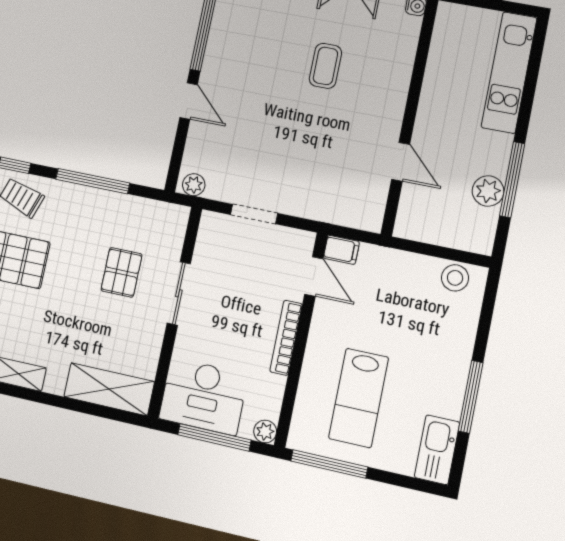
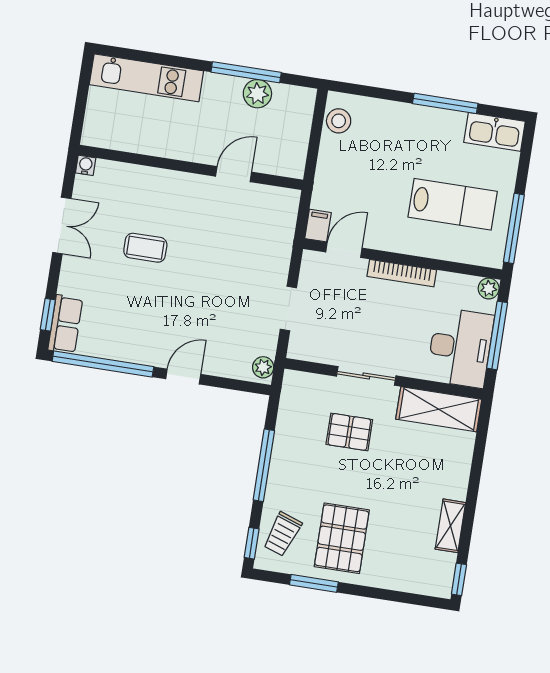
shelving: (109, 389) -> (439, 409), moved, turned 90

